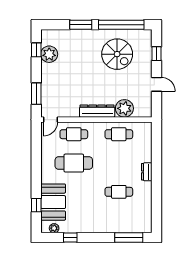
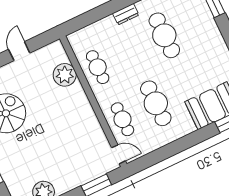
dresser: (97, 111) -> (83, 105), removed
cafe table: (119, 192) -> (164, 35), width x1.37, depth x1.35

